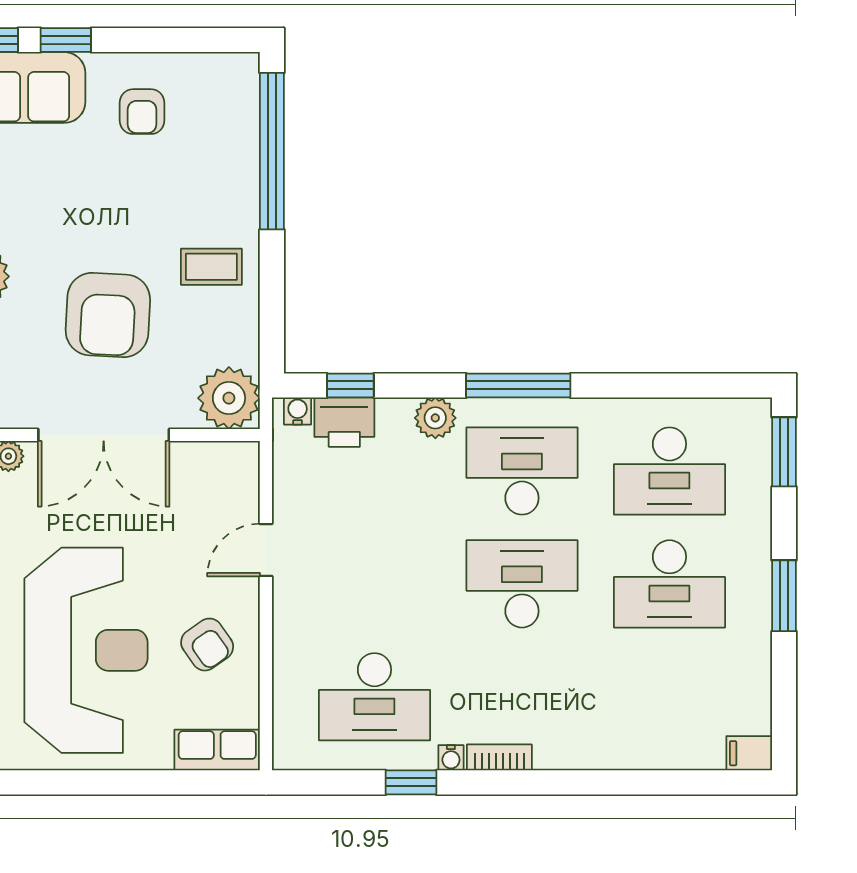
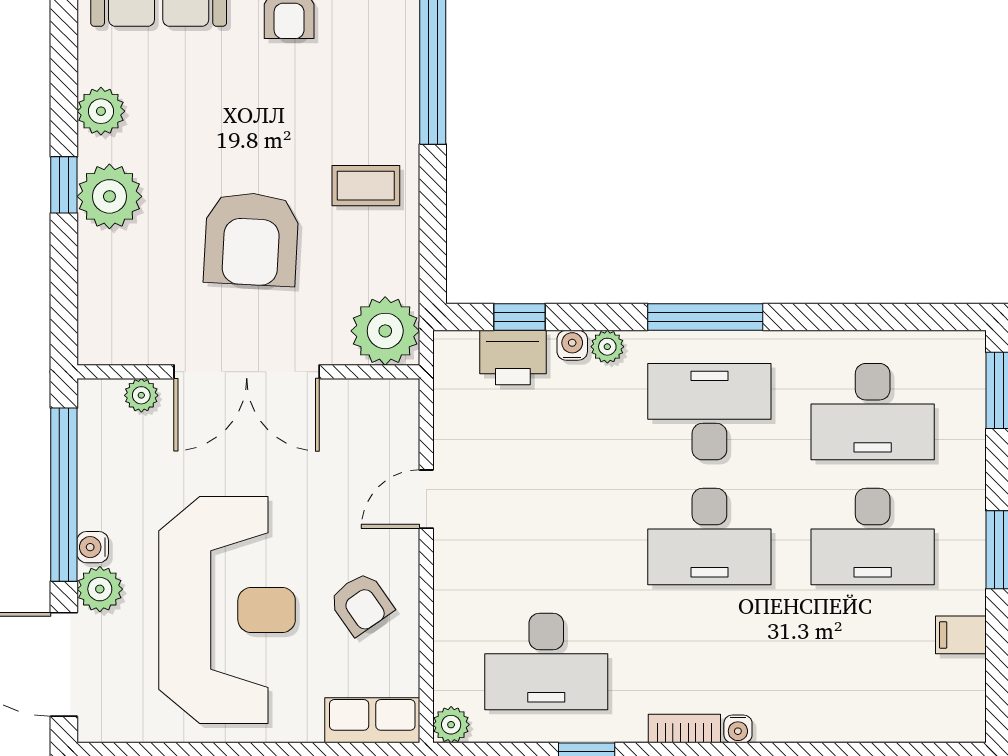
water cooler: (298, 411) -> (572, 345), moved
plant: (435, 418) -> (607, 347), width x0.73, depth x0.73
desk: (522, 584) -> (709, 537), turned 180
filing cabinet: (749, 753) -> (961, 635), moved
plant: (288, 754) -> (451, 725), added
water cooler: (451, 758) -> (738, 729), moved

